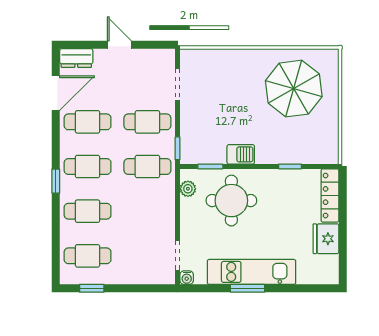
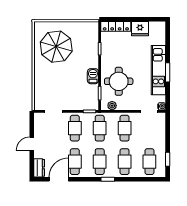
door: (56, 93) -> (59, 179), hinge flipped
cafe table: (147, 211) -> (125, 128), added

